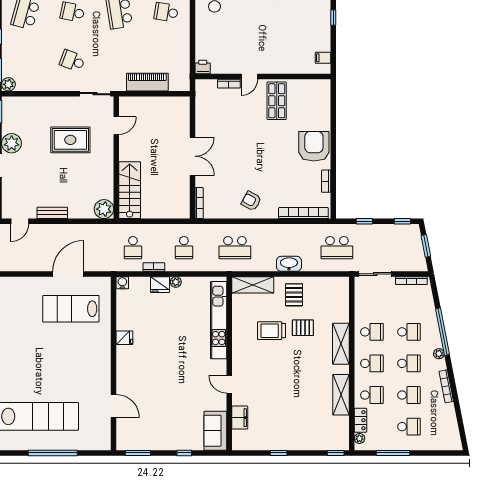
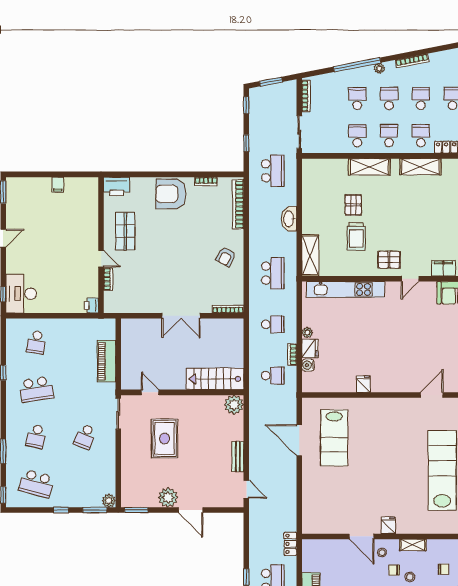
window: (333, 17) -> (42, 174), removed
filing cabinet: (323, 58) -> (58, 185), moved
printer: (321, 92) -> (117, 186), added
shop shelf: (277, 101) -> (125, 231), turned 90
double door: (193, 156) -> (181, 316), swing flipped
water cooler: (122, 283) -> (308, 365), moved
pallet: (294, 295) -> (389, 260), moved

